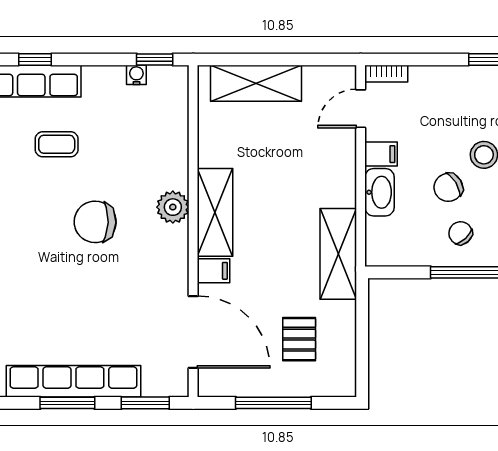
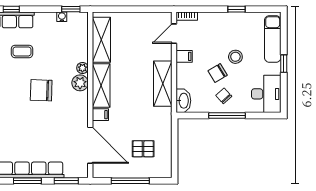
shelving: (256, 83) -> (101, 40), moved, turned 90
plant: (178, 177) -> (82, 68), added
washbasin: (380, 192) -> (183, 101), moved
shelving: (338, 254) -> (163, 84), moved
pallet: (299, 339) -> (143, 149), turned 90

